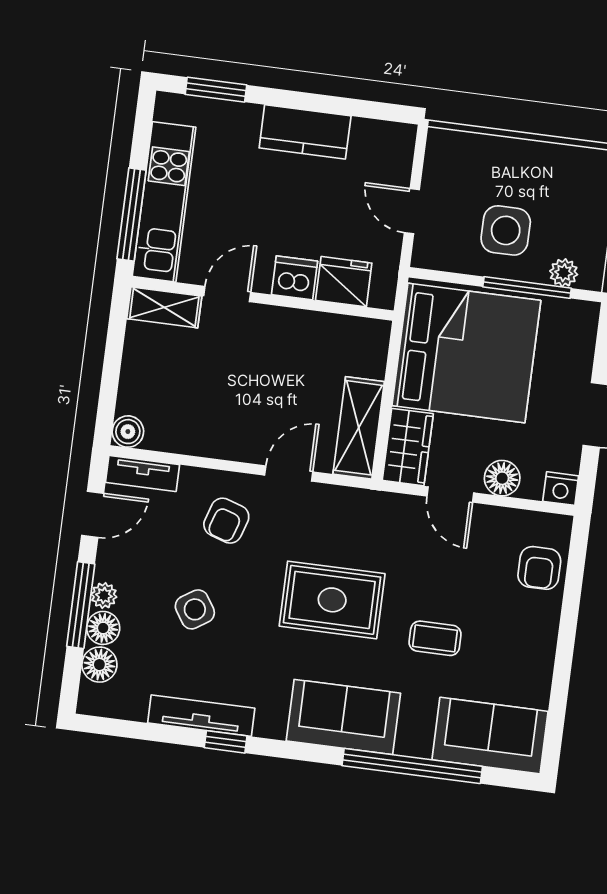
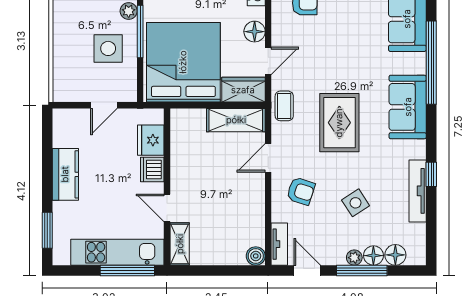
door: (289, 474) -> (268, 158), hinge flipped
coffee table: (435, 638) -> (284, 106), moved

